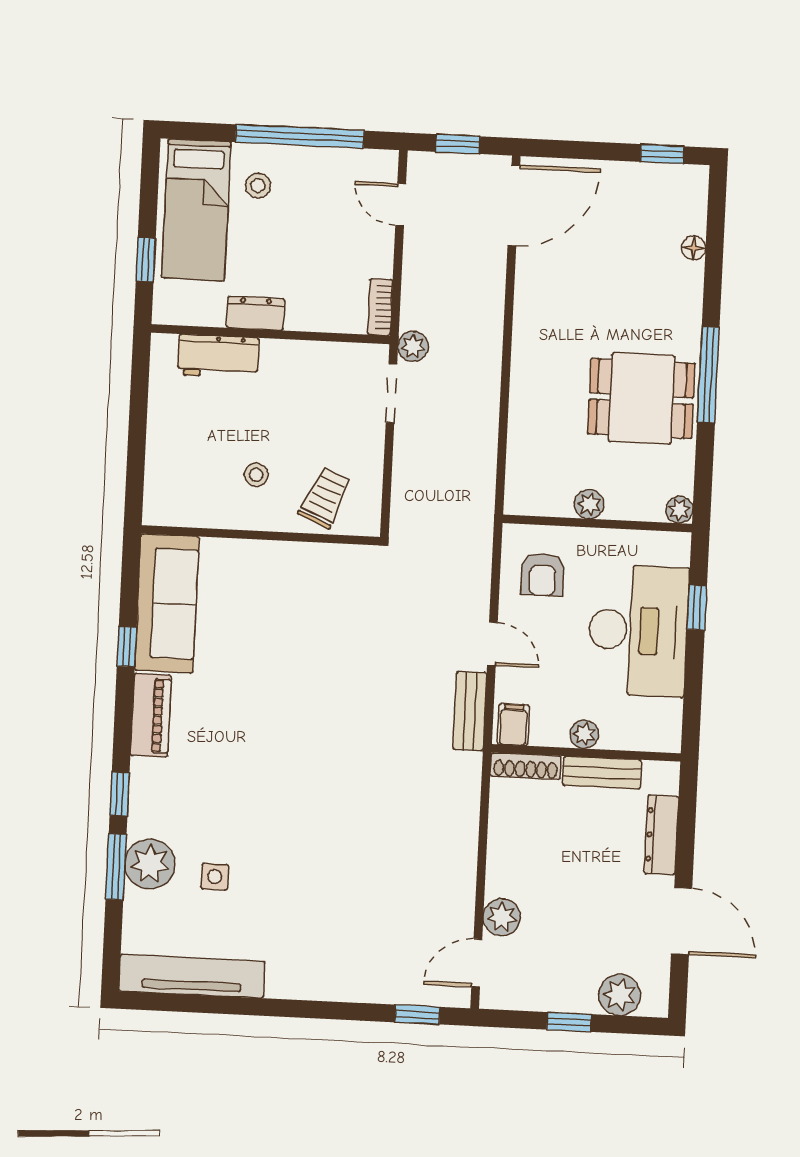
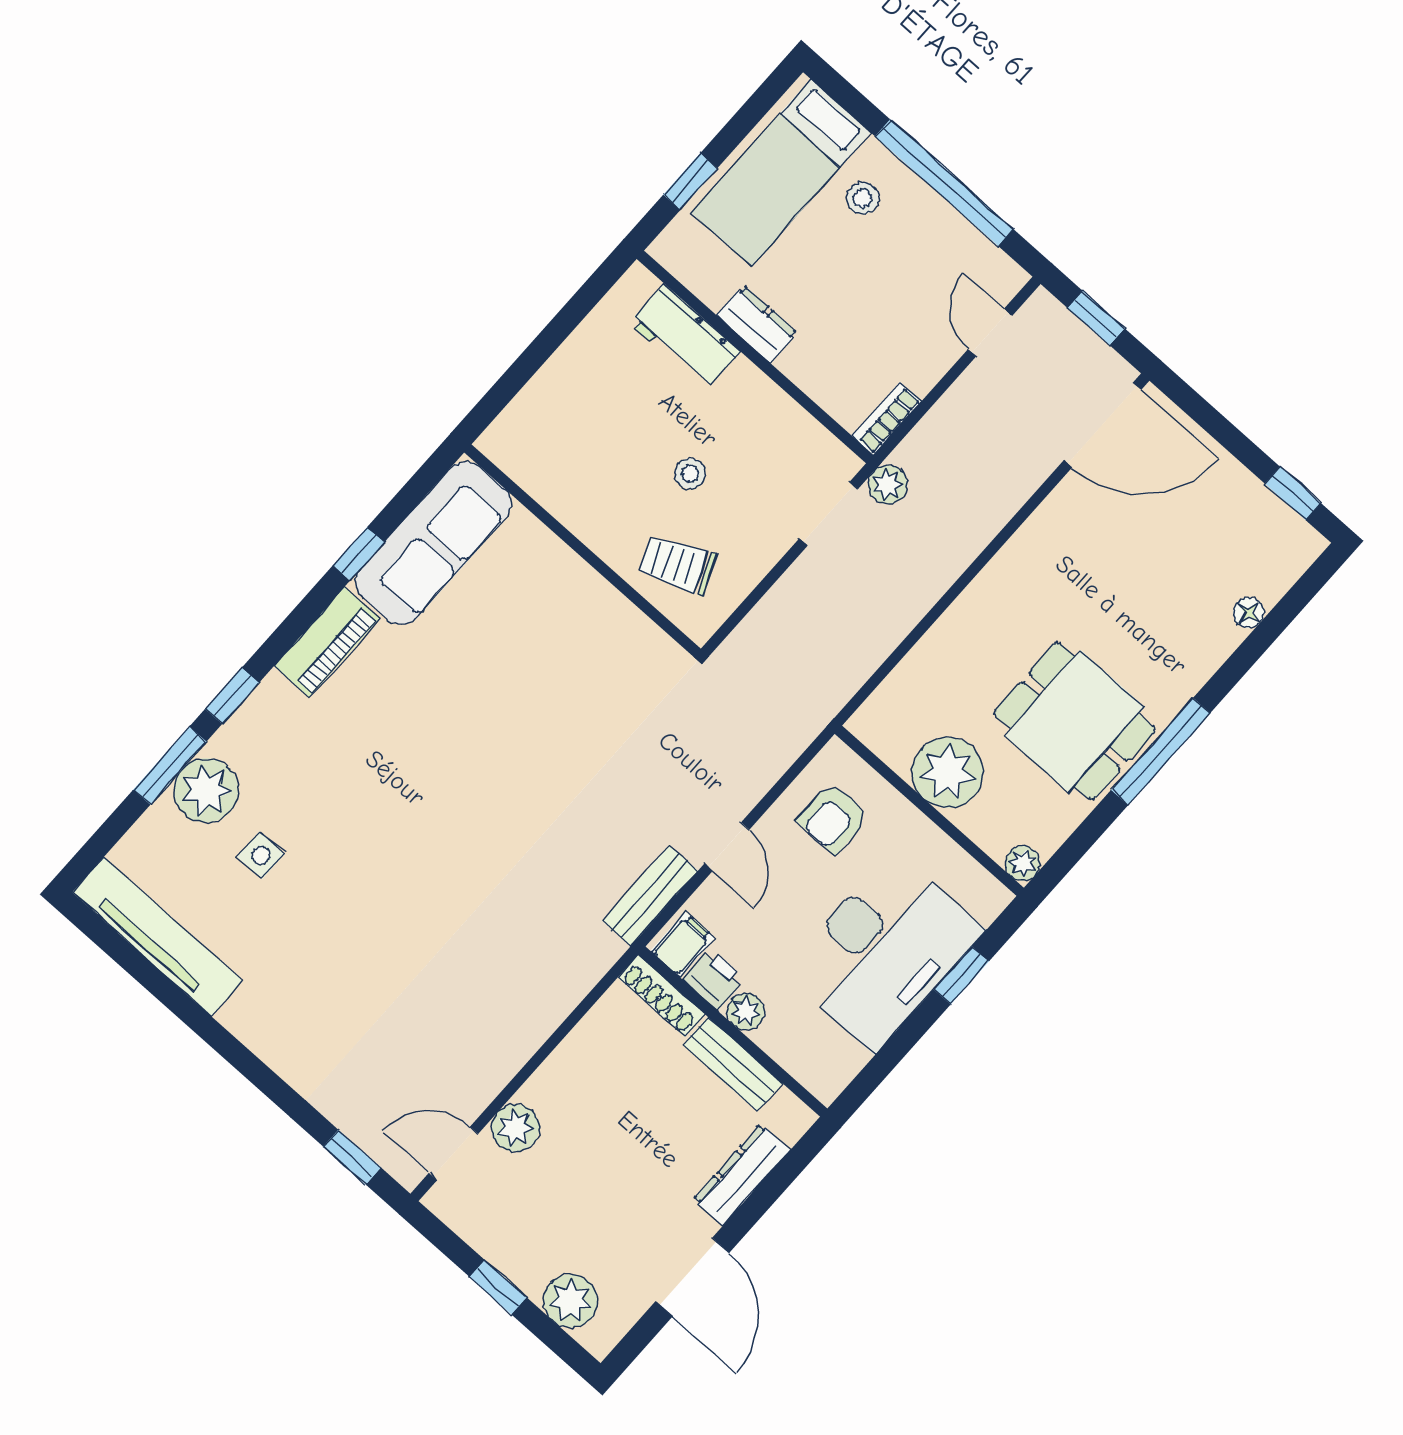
stool: (256, 475) -> (690, 474), moved
trolley: (325, 498) -> (677, 565), turned -137
plant: (589, 504) -> (948, 772), width x1.87, depth x1.87
printer: (549, 730) -> (714, 979), added

